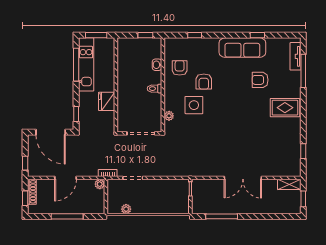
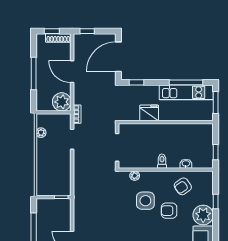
plant: (208, 48) -> (203, 215), added
armchair: (180, 68) -> (183, 186), turned 145
plant: (100, 184) -> (62, 102), width x1.87, depth x1.87

